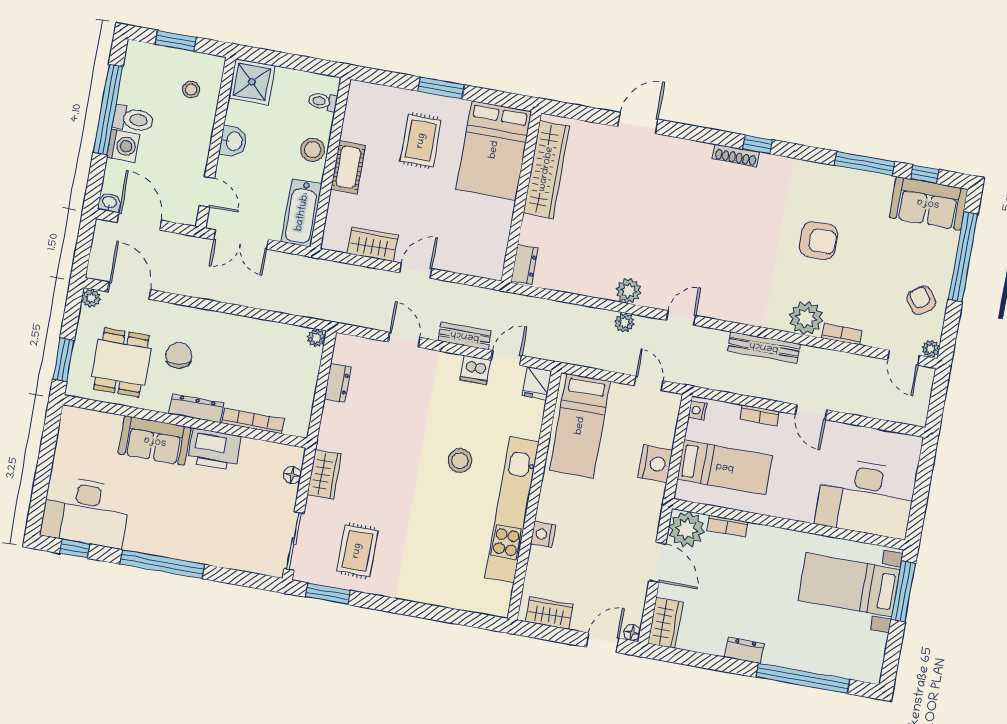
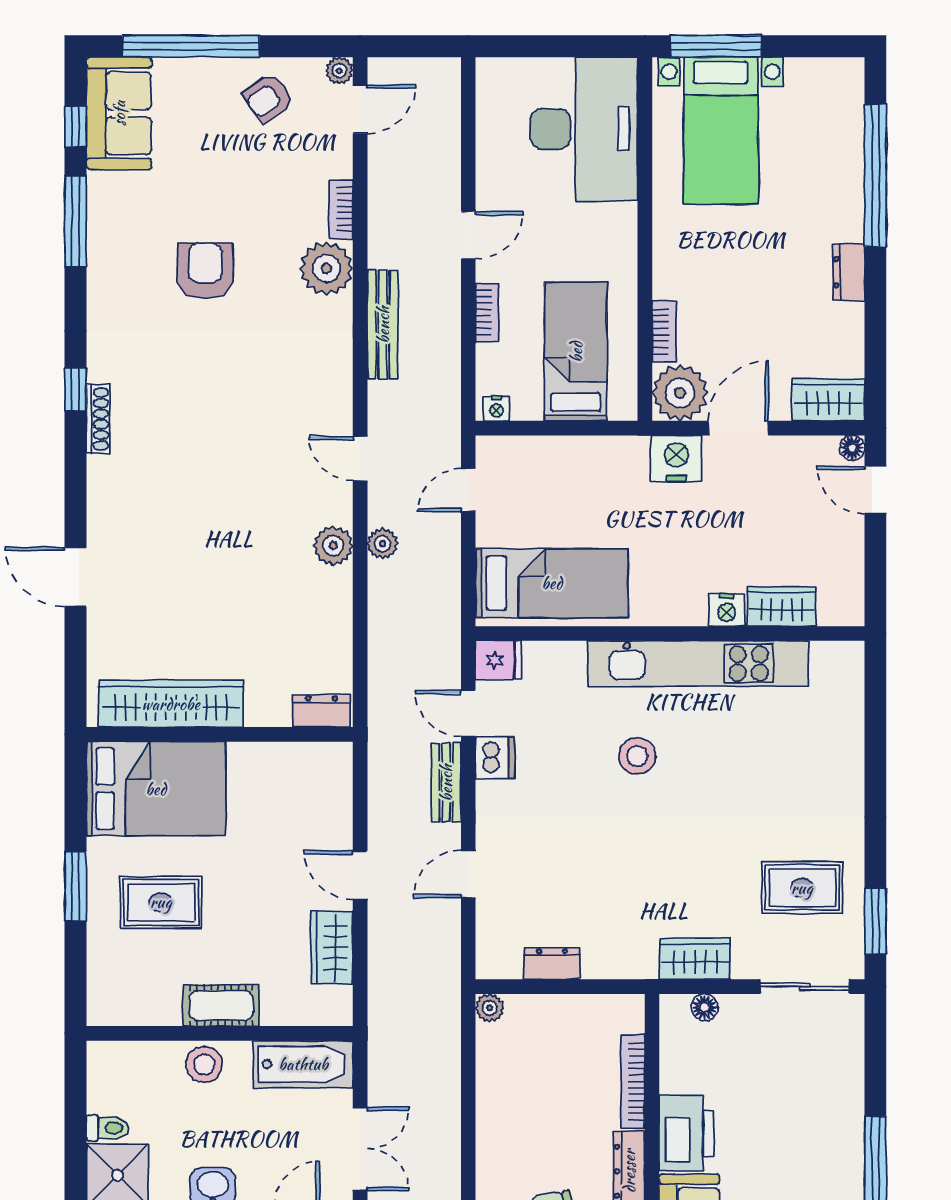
toilet: (323, 101) -> (108, 1128), moved, turned -90
nightstand: (655, 464) -> (676, 458), moved
wardrobe: (549, 613) -> (782, 607), moved, turned 90

